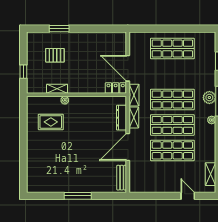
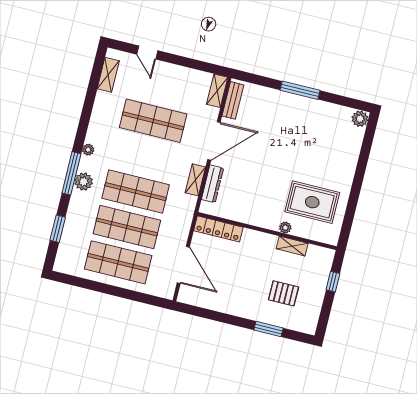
door: (128, 68) -> (183, 265), moved
locker: (116, 88) -> (218, 229), width x1.53
shelving: (134, 95) -> (217, 91), moved
rug: (51, 122) -> (312, 202), width x1.36, depth x1.43
shop shelf: (172, 125) -> (127, 227), moved
plant: (32, 187) -> (360, 119), added

